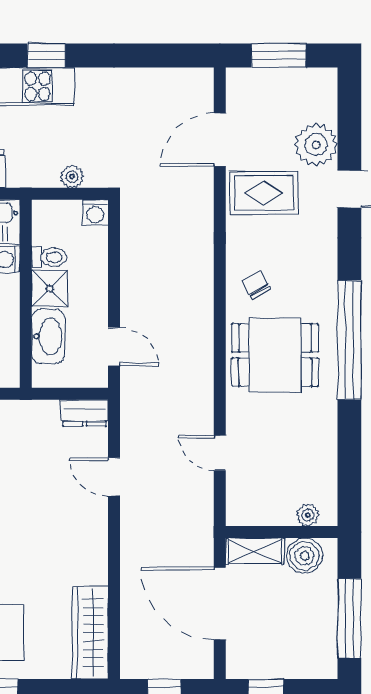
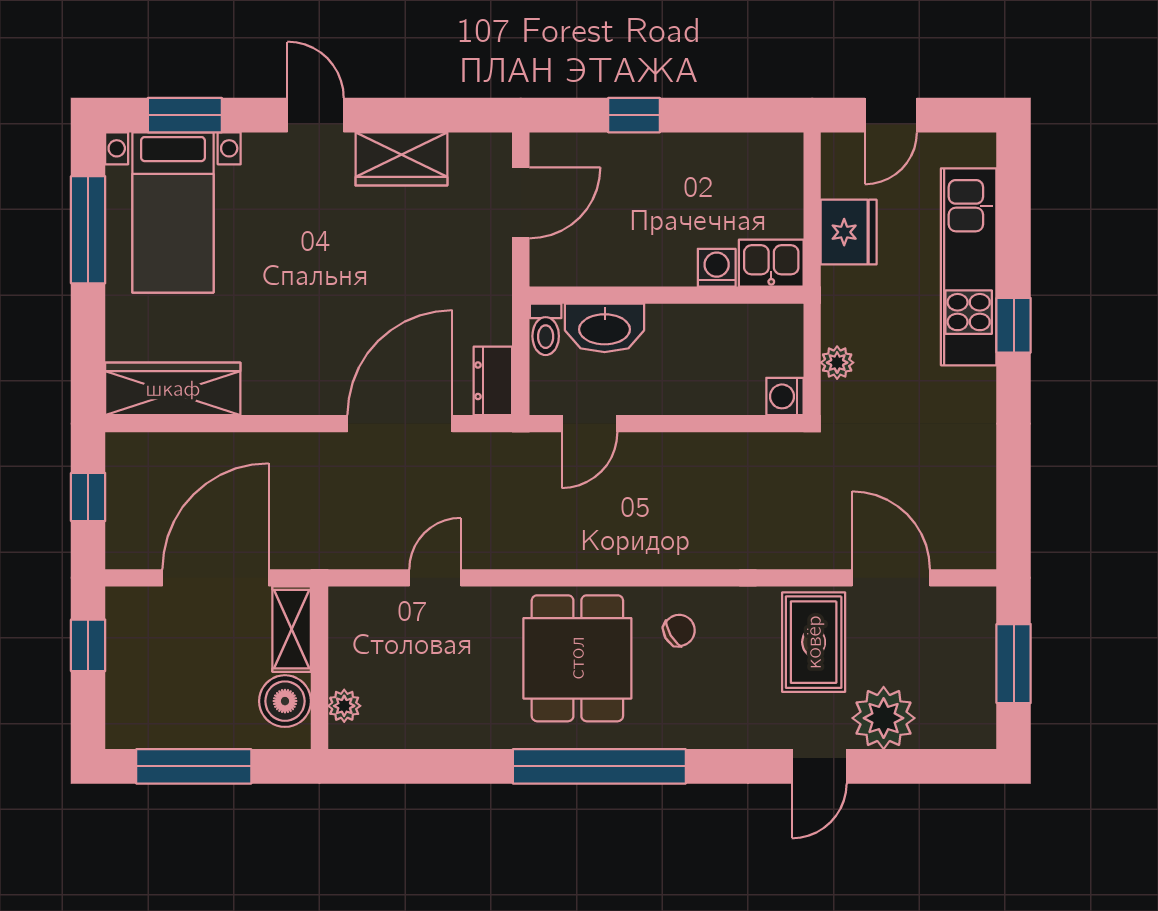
toilet: (49, 257) -> (546, 329), moved
shower: (50, 289) -> (674, 330), removed
door: (114, 477) -> (400, 424), width x1.88

